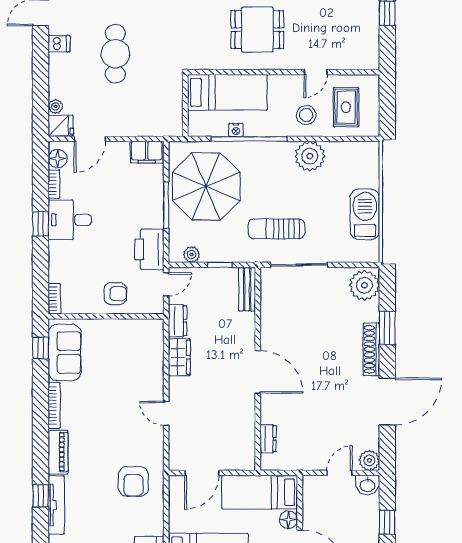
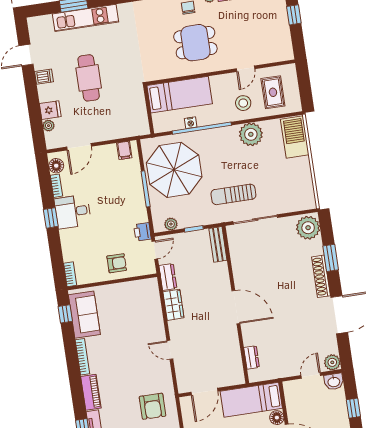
fridge: (61, 126) -> (50, 110), moved
filing cabinet: (147, 152) -> (124, 150), width x0.50
barbecue: (365, 214) -> (295, 137), moved
printer: (149, 249) -> (142, 232), width x0.53, depth x0.68

